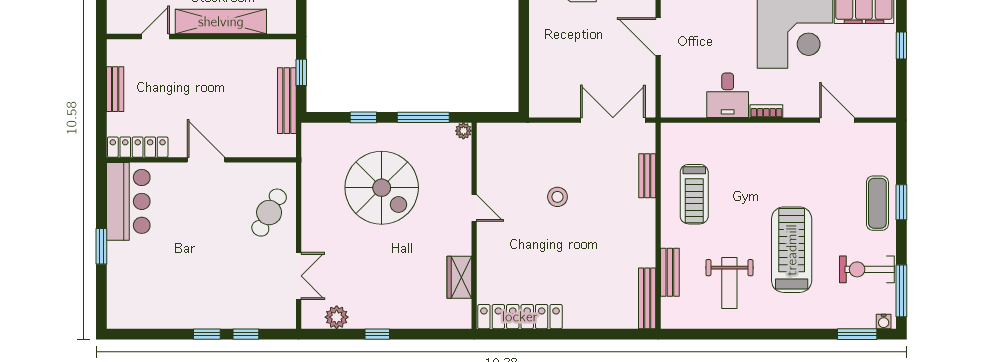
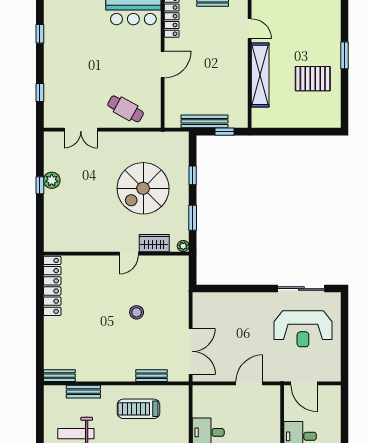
window: (423, 117) -> (193, 218), width x0.69
wardrobe: (459, 277) -> (154, 243), moved
bench: (647, 298) -> (59, 376), width x0.73
plant: (337, 317) -> (52, 180), moved
window: (207, 334) -> (40, 34), moved

